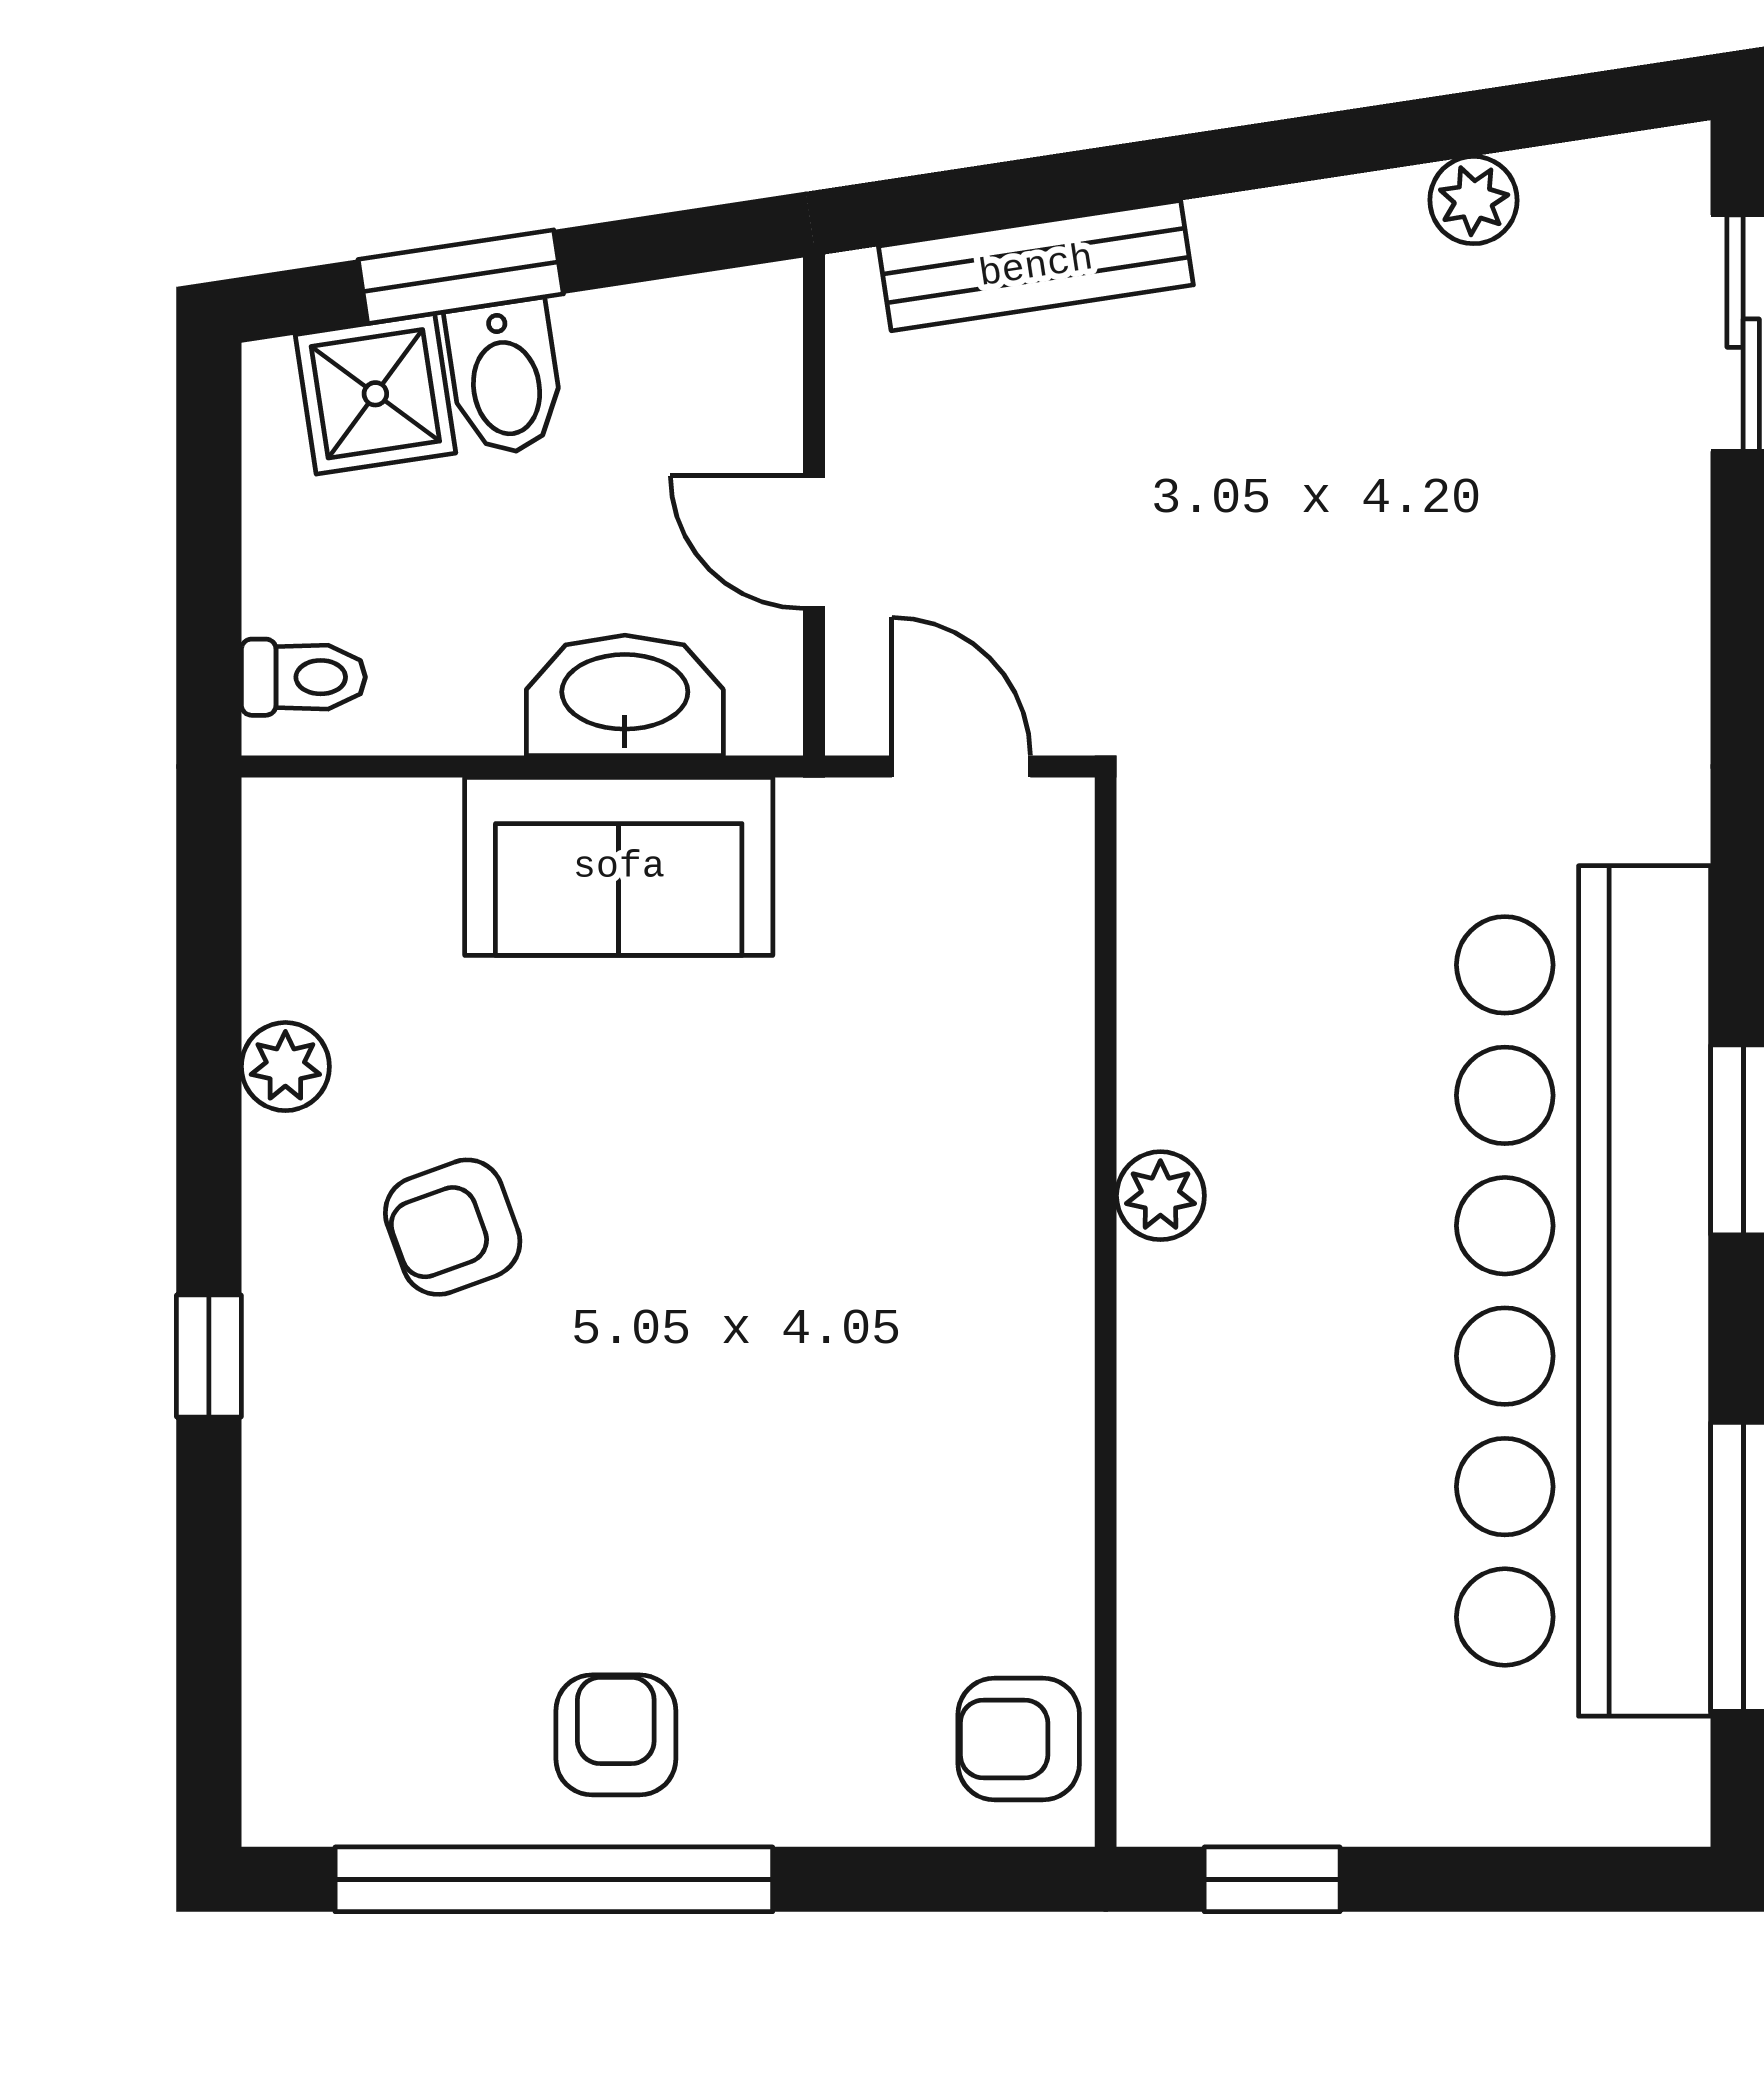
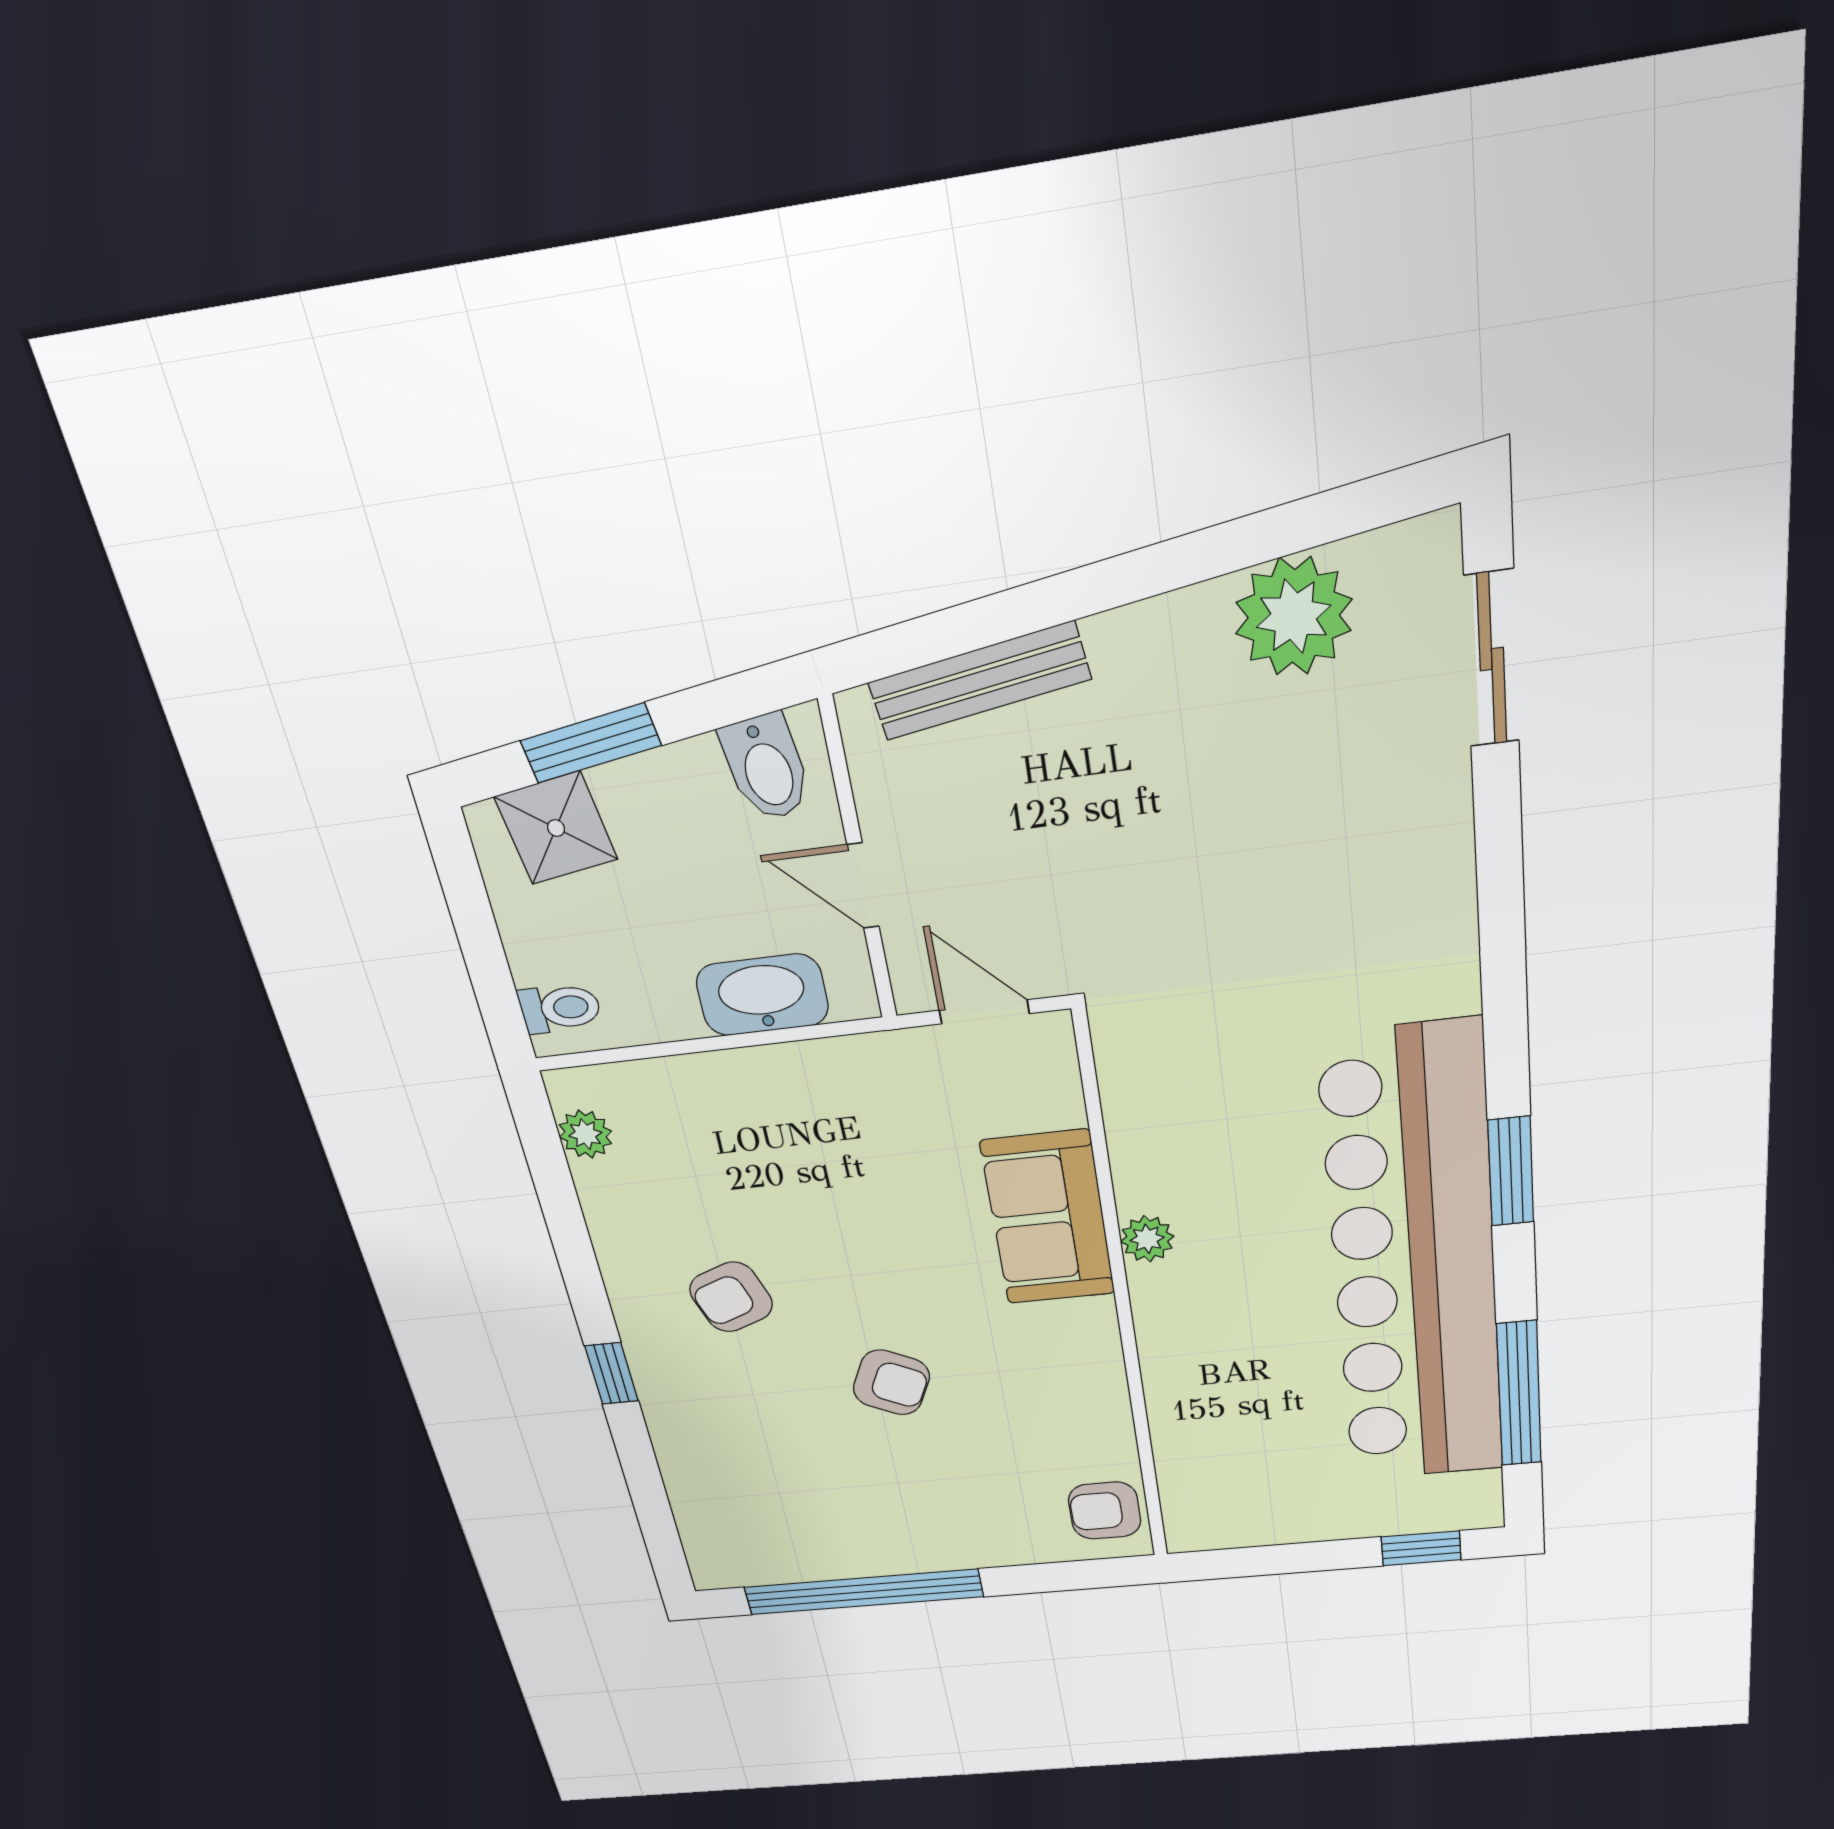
plant: (1474, 200) -> (1294, 616), width x1.87, depth x1.87
bidet: (505, 378) -> (767, 768), moved
sofa: (619, 866) -> (1048, 1218), moved, turned 90
plant: (285, 1067) -> (585, 1134), moved
armchair: (616, 1735) -> (891, 1382), moved, turned 116
window: (1272, 1879) -> (1421, 1548), moved

